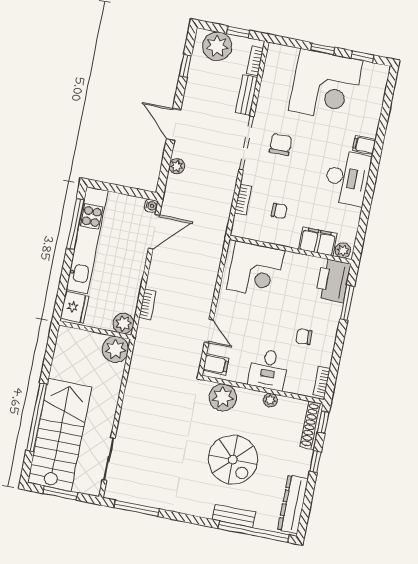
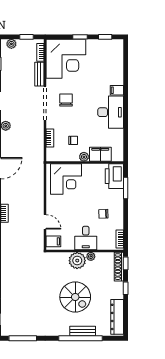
plant: (217, 46) -> (11, 44), width x0.53, depth x0.53
corner desk: (326, 86) -> (66, 59), moved
plant: (343, 251) -> (84, 157), moved
plant: (223, 397) -> (77, 261), moved
window: (254, 532) -> (81, 338), moved

